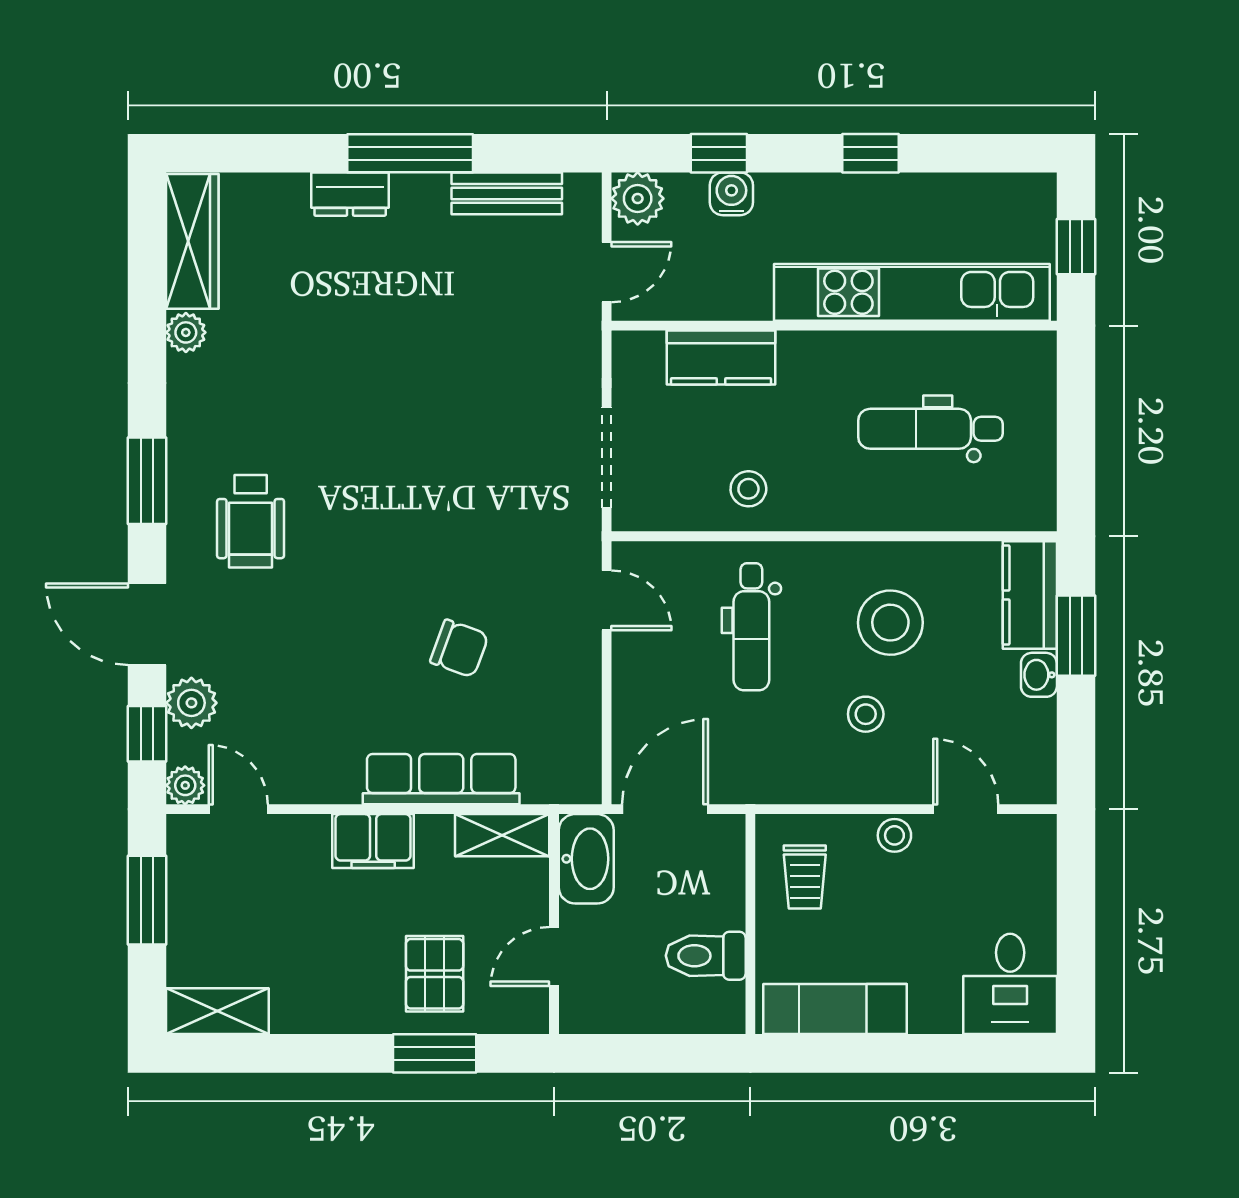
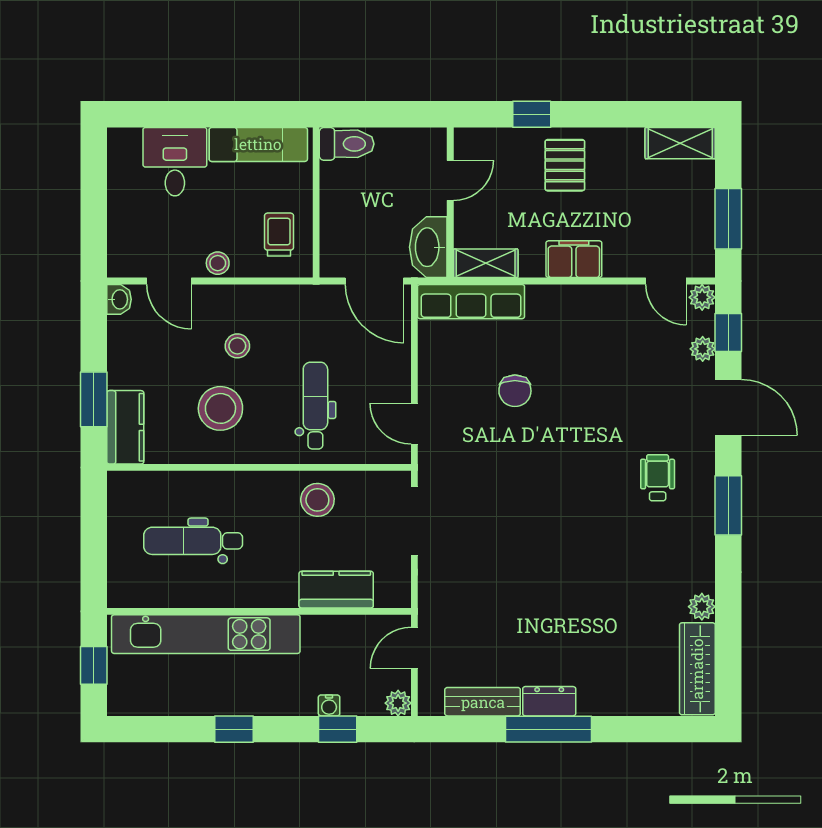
dresser: (350, 194) -> (549, 701), moved
water cooler: (731, 194) -> (329, 705), width x0.72, depth x0.72
plant: (638, 198) -> (398, 703), width x0.73, depth x0.73
dental chair: (930, 429) -> (193, 541), turned 180
stool: (748, 489) -> (317, 500), width x1.37, depth x1.37
wheelchair: (251, 521) -> (658, 478), width x0.73, depth x0.73
chair: (459, 648) -> (515, 391), turned -110
washbasin: (1039, 675) -> (119, 299), moved
plant: (191, 703) -> (703, 349), width x0.73, depth x0.73
row of seats: (441, 779) -> (471, 302), moved
door: (665, 809) -> (374, 281), hinge flipped
toilet: (706, 956) -> (347, 144), moved
pallet: (435, 974) -> (565, 165), moved
desk: (1010, 984) -> (175, 162), moved
window: (435, 1053) -> (532, 114), width x0.67

